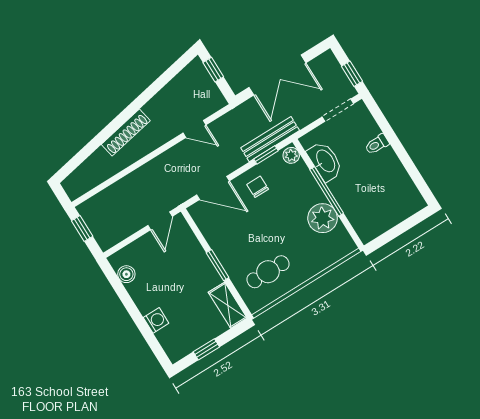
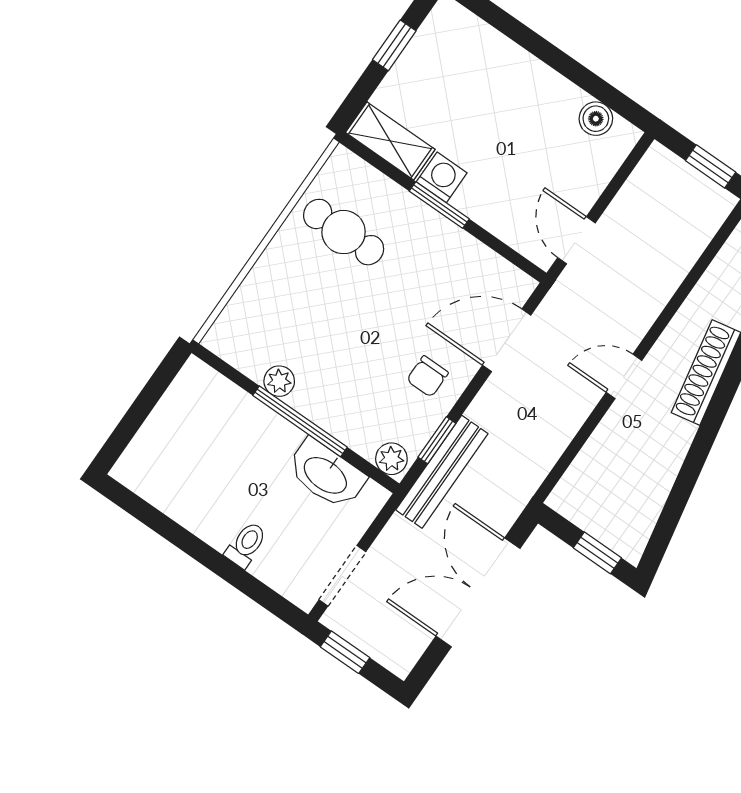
door: (195, 129) -> (624, 376), moved
chair: (258, 187) -> (427, 376), turned 90
plant: (323, 218) -> (279, 381), width x0.53, depth x0.53
cafe table: (268, 272) -> (344, 232), turned 90
washing machine: (156, 320) -> (442, 177), moved, turned 180

